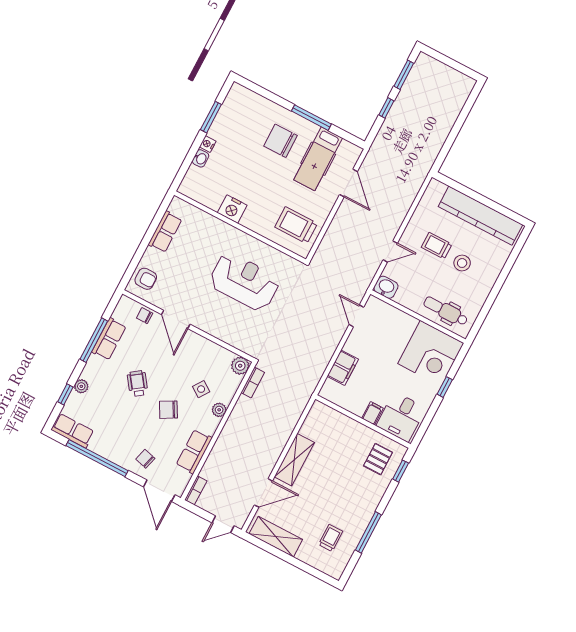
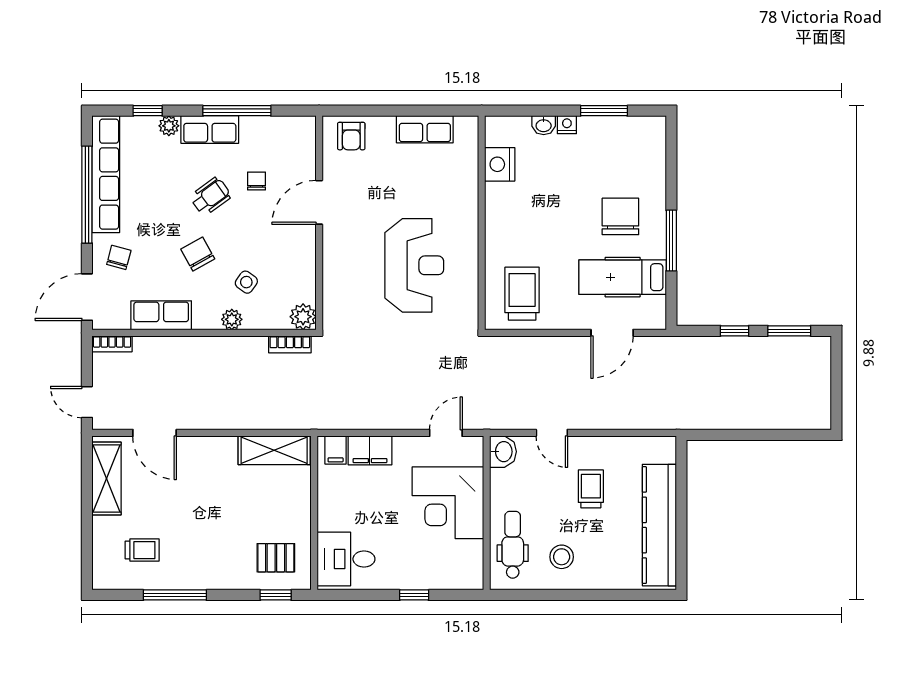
nightstand: (232, 209) -> (500, 164), moved
stool: (462, 263) -> (562, 557), moved
chair: (145, 316) -> (257, 181), moved
row of seats: (109, 339) -> (210, 129), moved
corner desk: (431, 353) -> (448, 503), moved
filing cabinet: (372, 413) -> (336, 450), moved, turned 90
row of seats: (73, 431) -> (106, 174), width x2.02
shelving: (294, 460) -> (274, 450), moved

